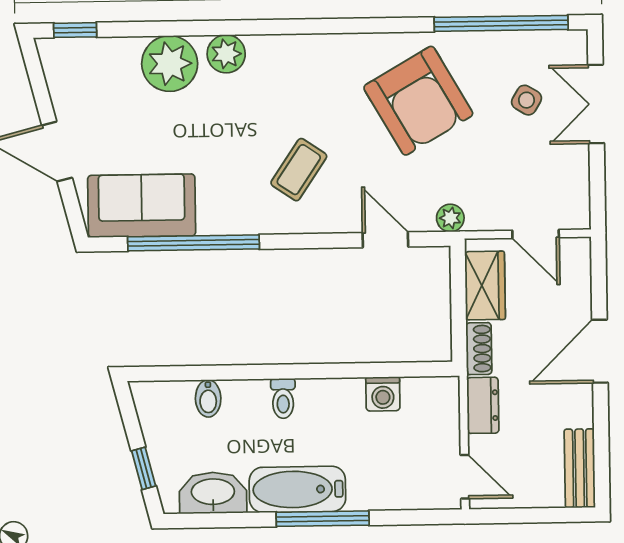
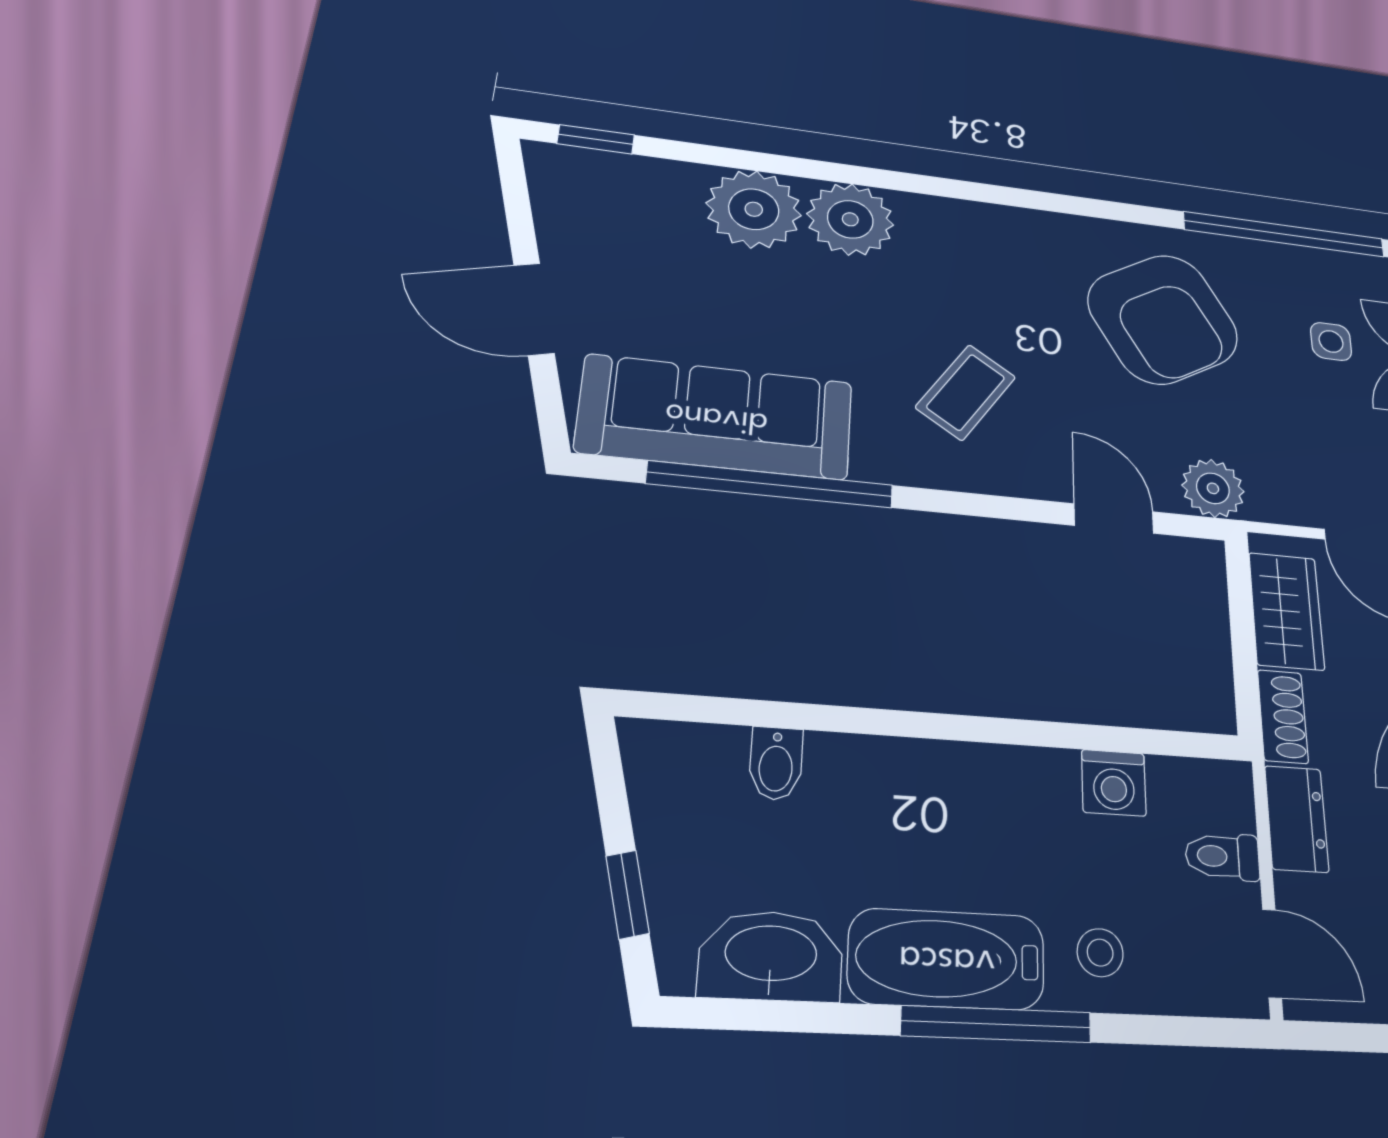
plant: (226, 54) -> (850, 219), width x1.36, depth x1.36
side table: (526, 100) -> (1331, 341), turned -31
sofa: (142, 206) -> (716, 417), width x1.36
plant: (450, 218) -> (1213, 488), width x1.38, depth x1.38
toilet: (283, 398) -> (1222, 856), moved, turned 90
stool: (374, 482) -> (1100, 953), added

